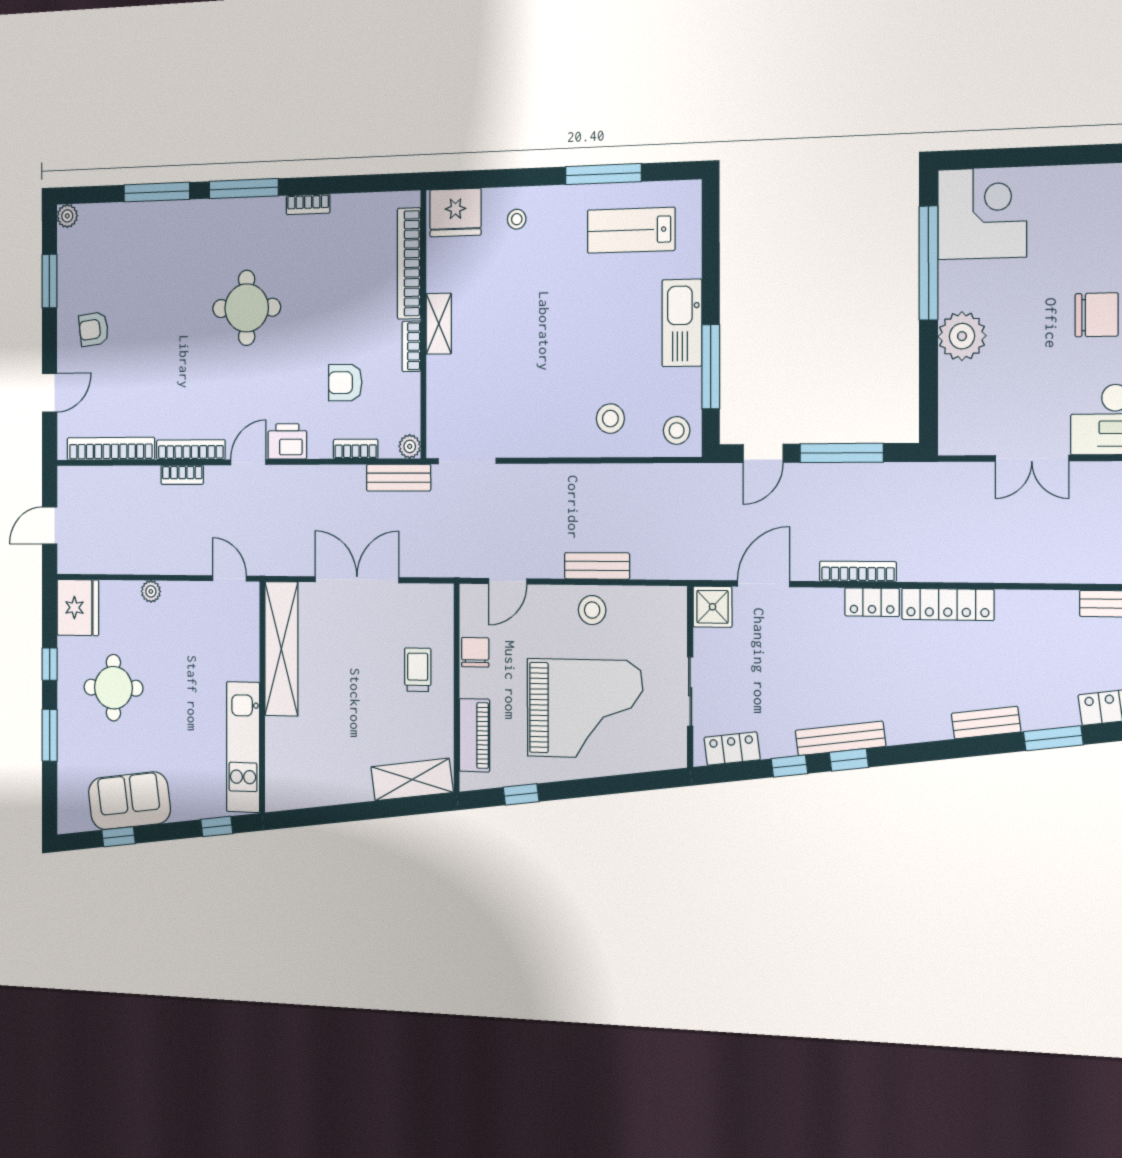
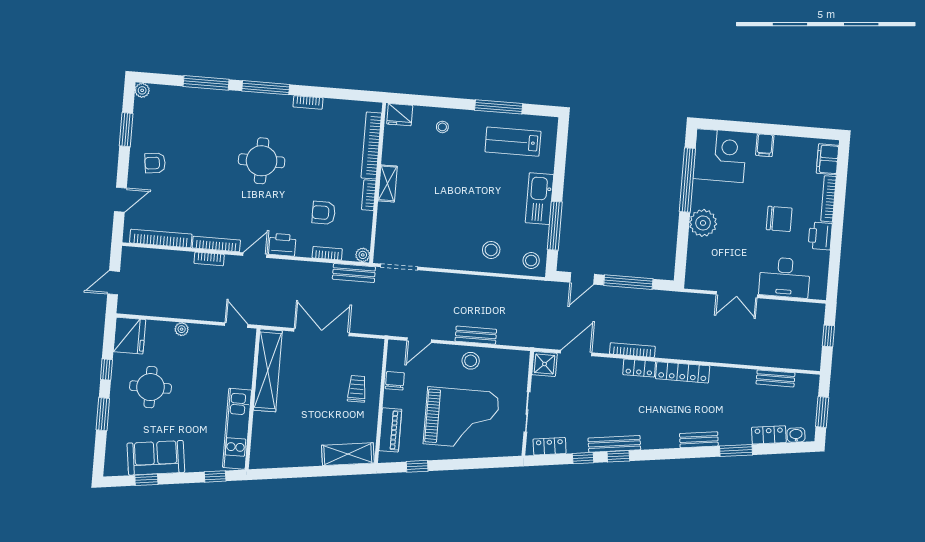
filing cabinet: (1060, 185) -> (765, 145), added
fridge: (455, 213) -> (400, 115), width x0.73, depth x0.75

